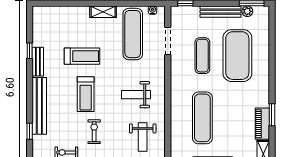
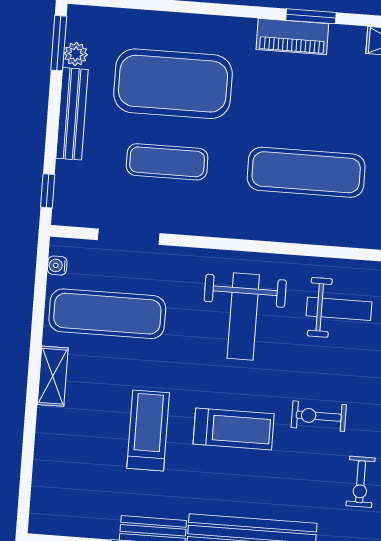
weight bench: (136, 95) -> (243, 317), width x1.36, depth x1.33
piano: (262, 124) -> (292, 37), moved

